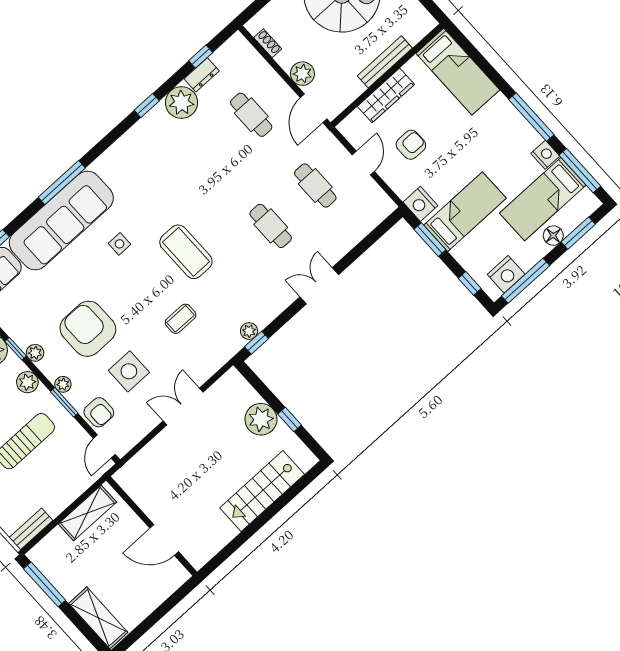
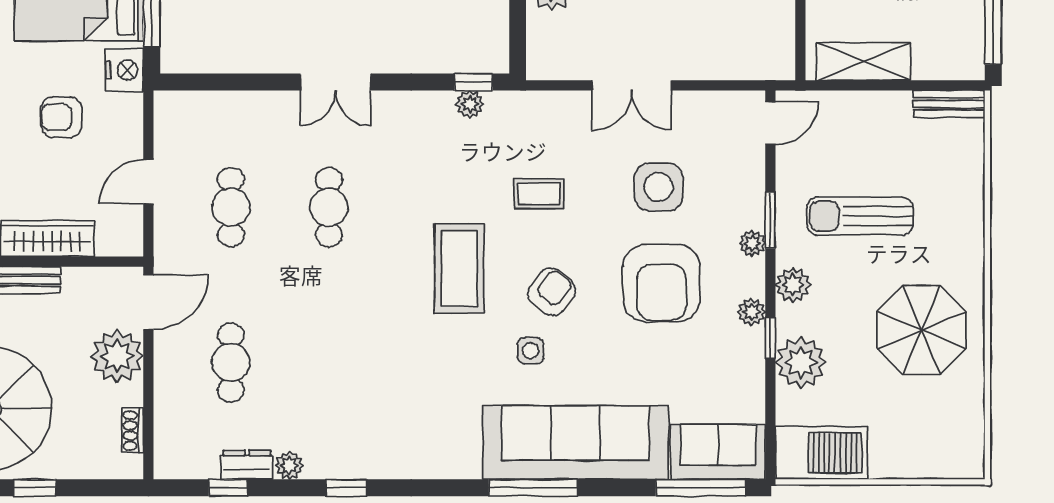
plant: (302, 74) -> (117, 356), width x1.36, depth x1.36
plant: (181, 103) -> (289, 466), width x0.53, depth x0.53
armchair: (411, 145) -> (61, 117), moved
armchair: (99, 412) -> (551, 292), moved, turned 38

